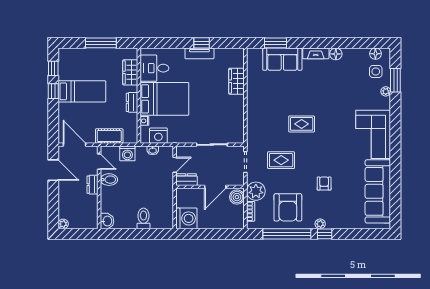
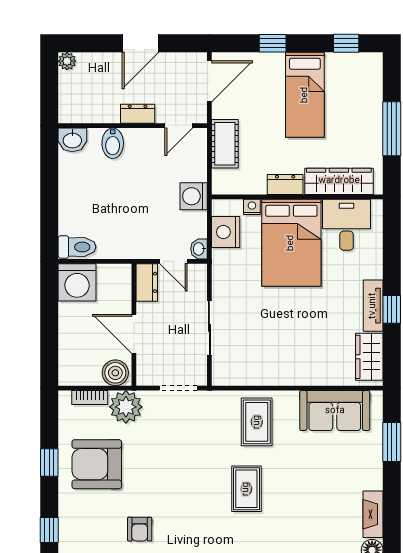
sofa: (282, 59) -> (335, 411), moved, turned -90
wardrobe: (130, 72) -> (339, 181), width x1.50
wardrobe: (237, 81) -> (369, 357), moved, turned -90
window: (53, 91) -> (273, 43), moved
washbasin: (153, 150) -> (199, 249), moved
washing machine: (127, 153) -> (194, 196), moved
rug: (281, 160) -> (257, 422), moved
door: (53, 170) -> (140, 43), moved
bidet: (109, 180) -> (113, 143), moved
armchair: (324, 184) -> (140, 529), turned 90
toilet: (143, 218) -> (77, 247), moved
plant: (320, 224) -> (67, 522), removed
window: (287, 234) -> (49, 463), width x0.32

